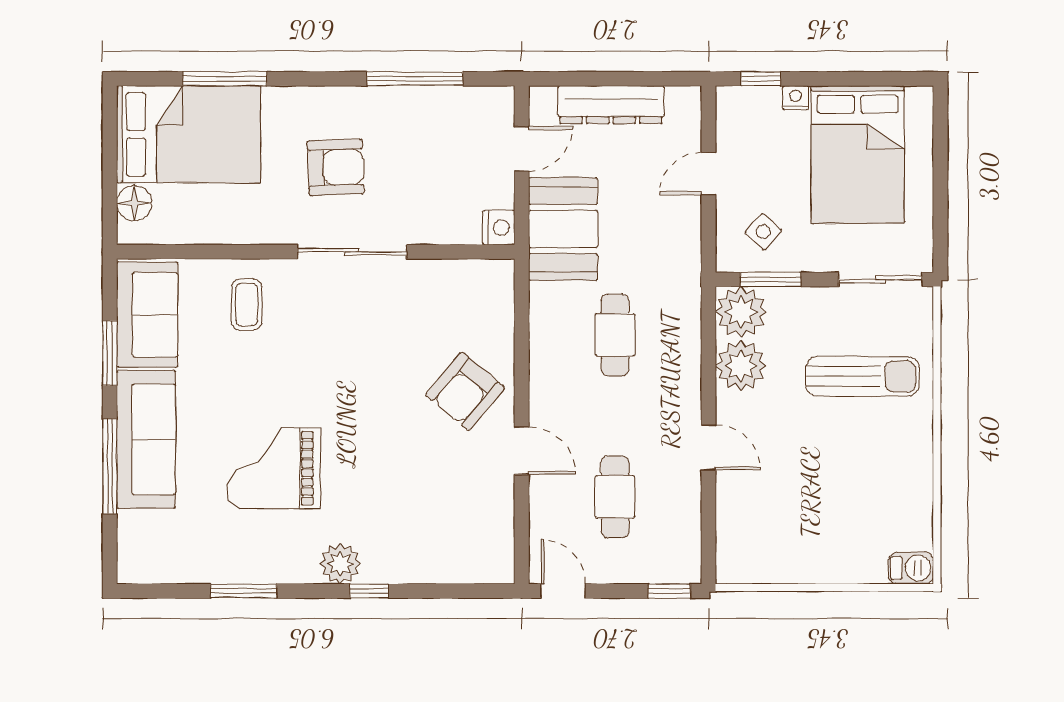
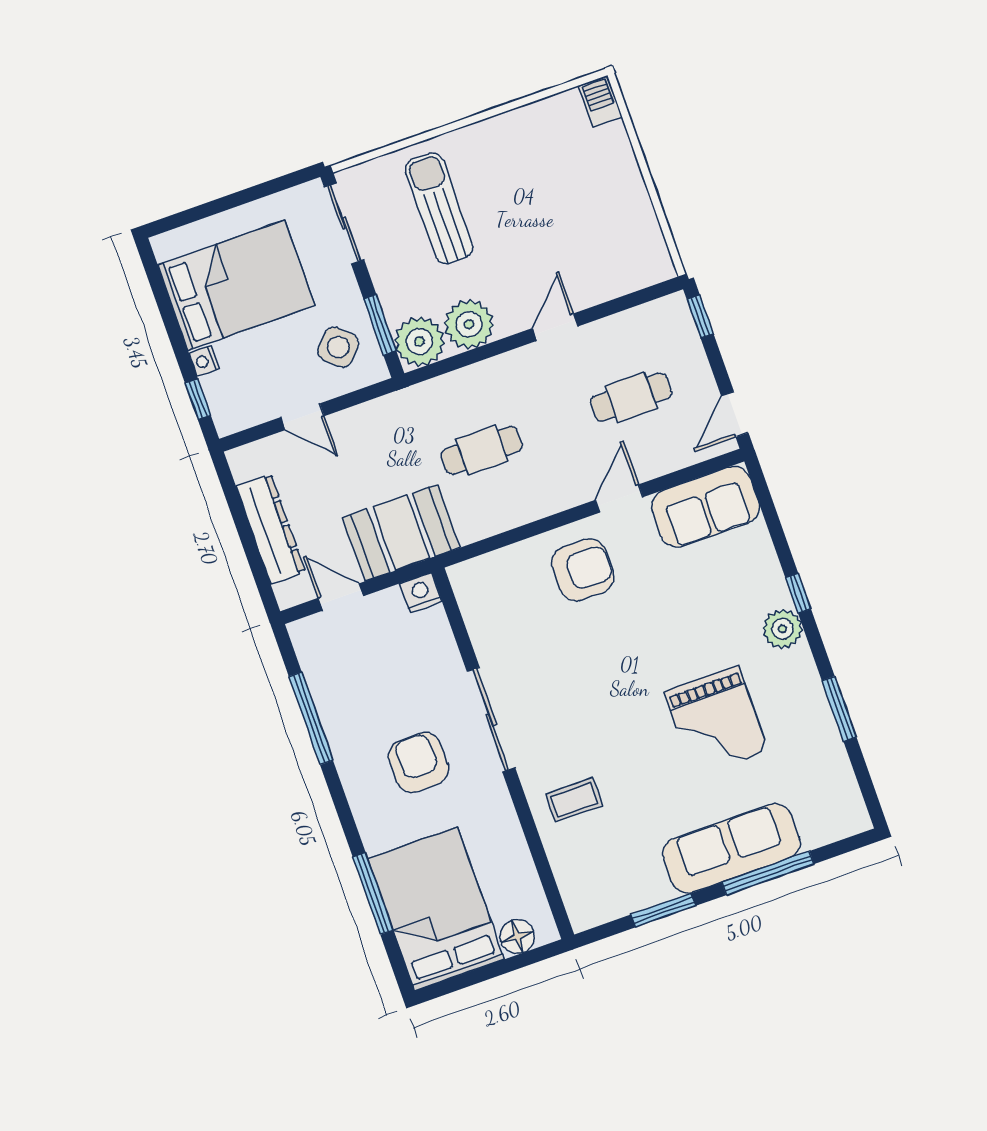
side table: (763, 232) -> (338, 347), width x1.37, depth x1.37
sofa: (147, 315) -> (706, 507), moved, turned 180
armchair: (465, 391) -> (583, 570), turned -40

